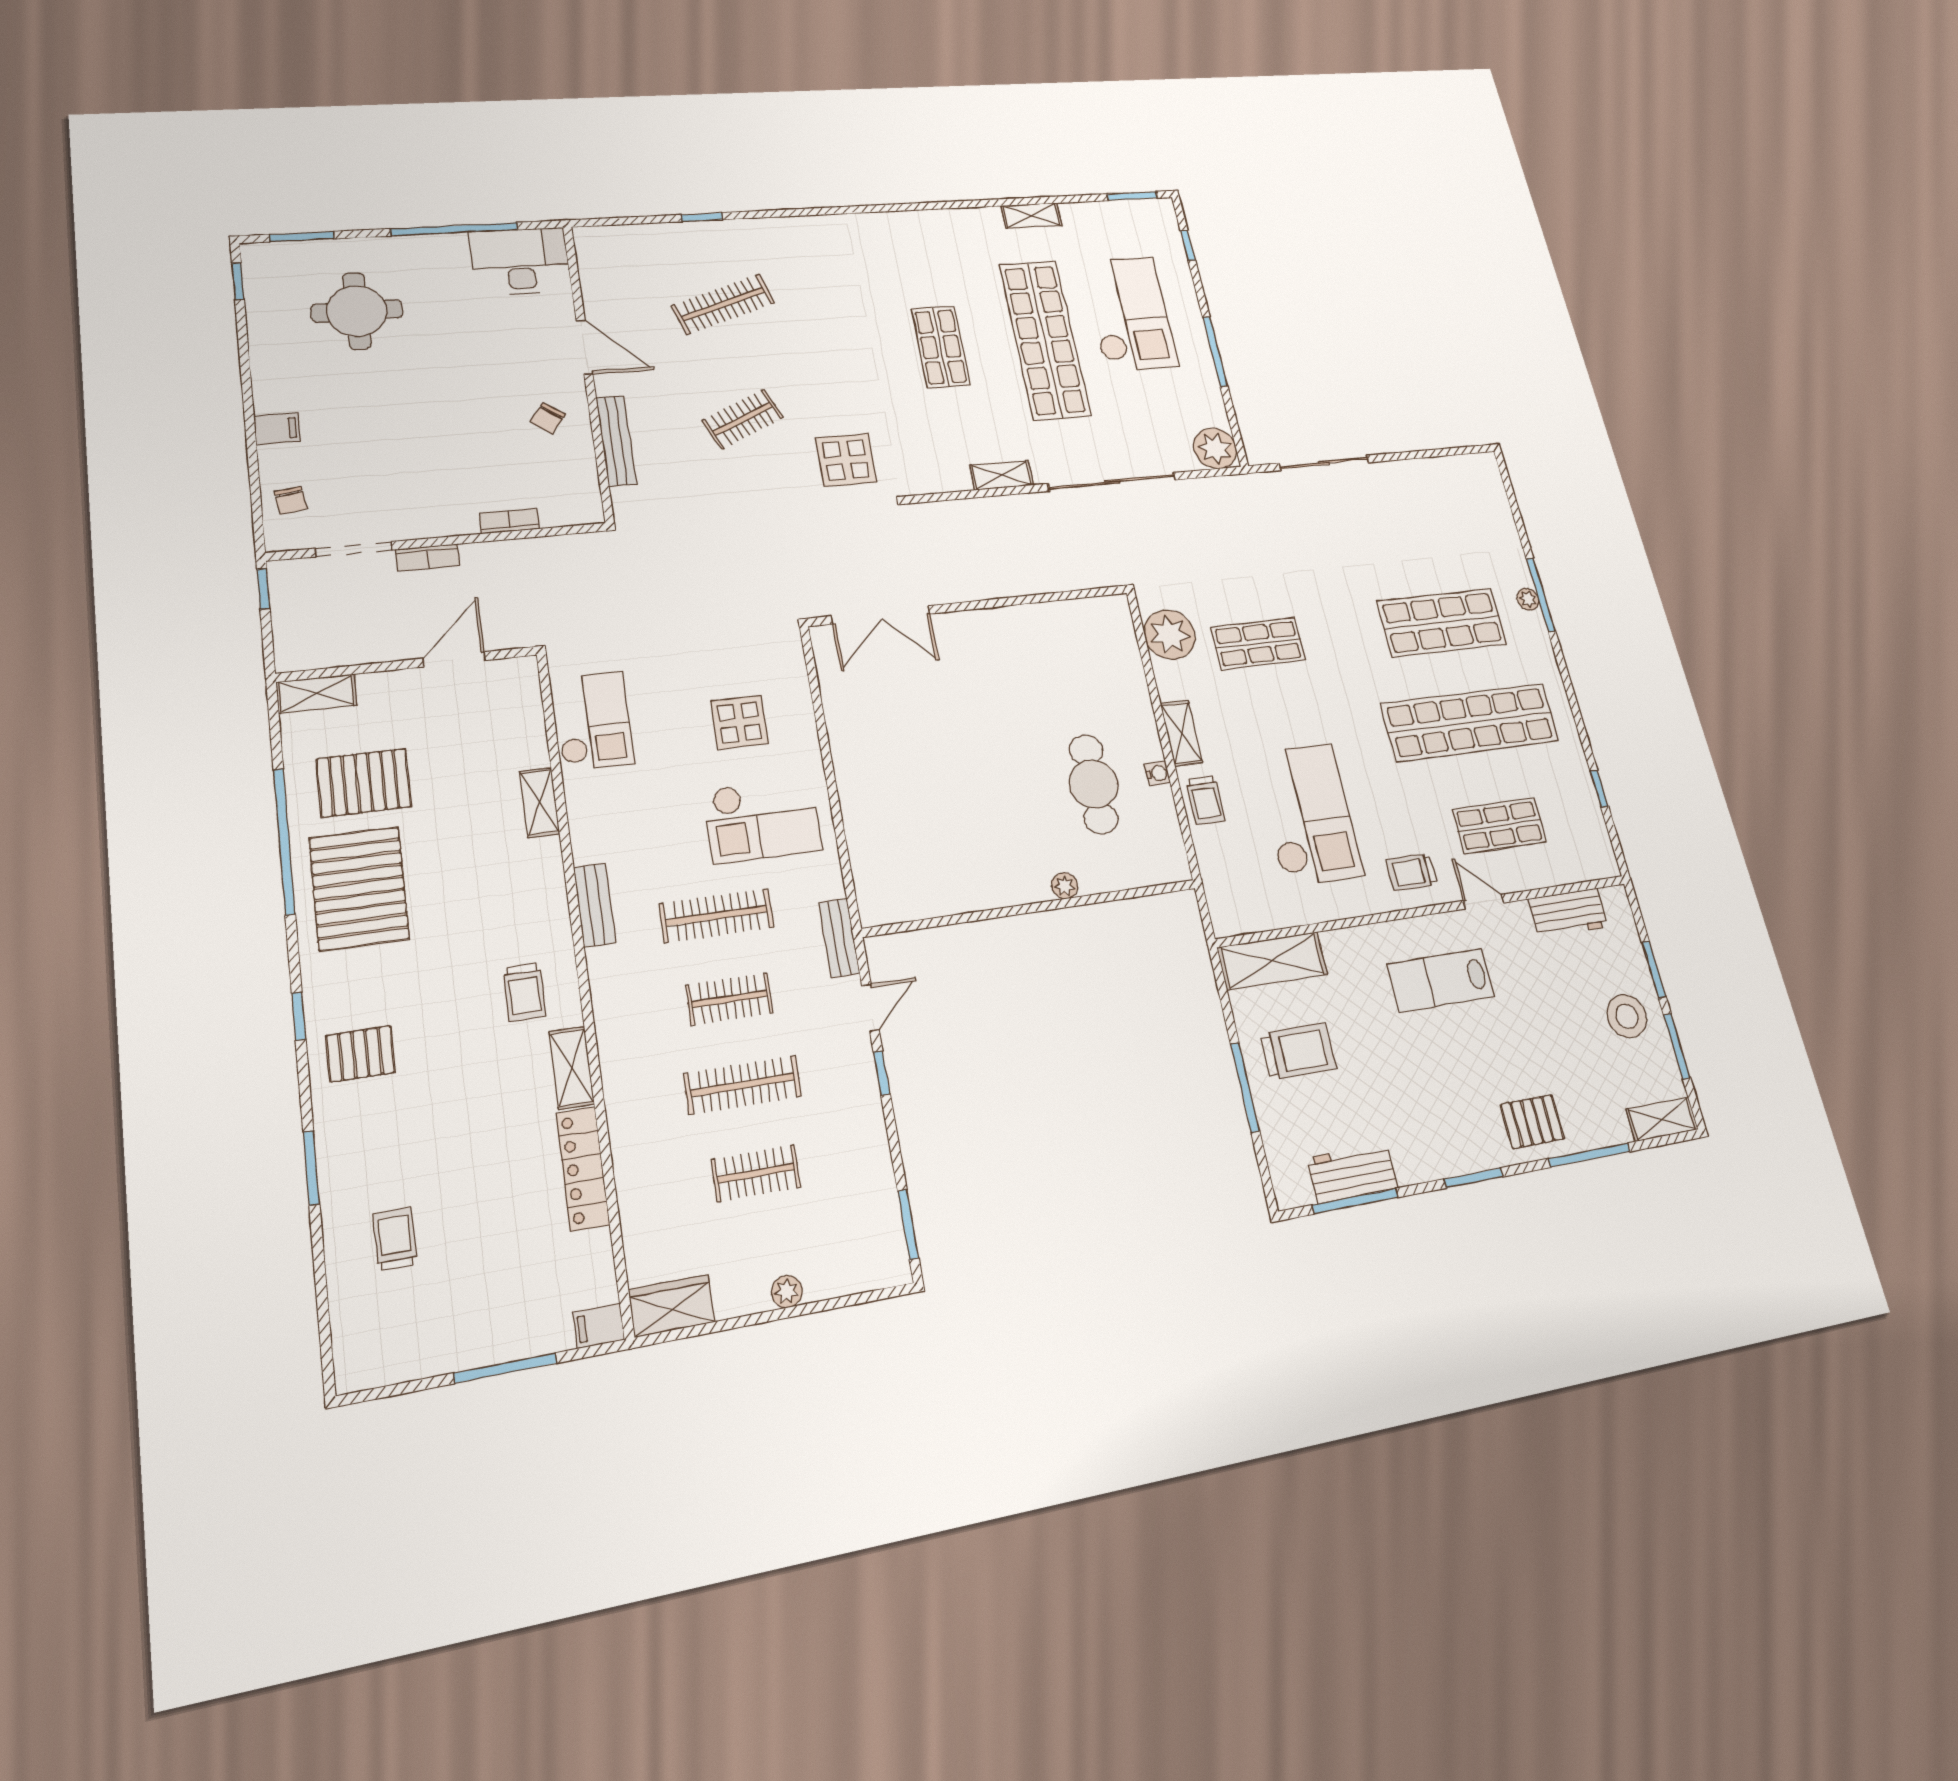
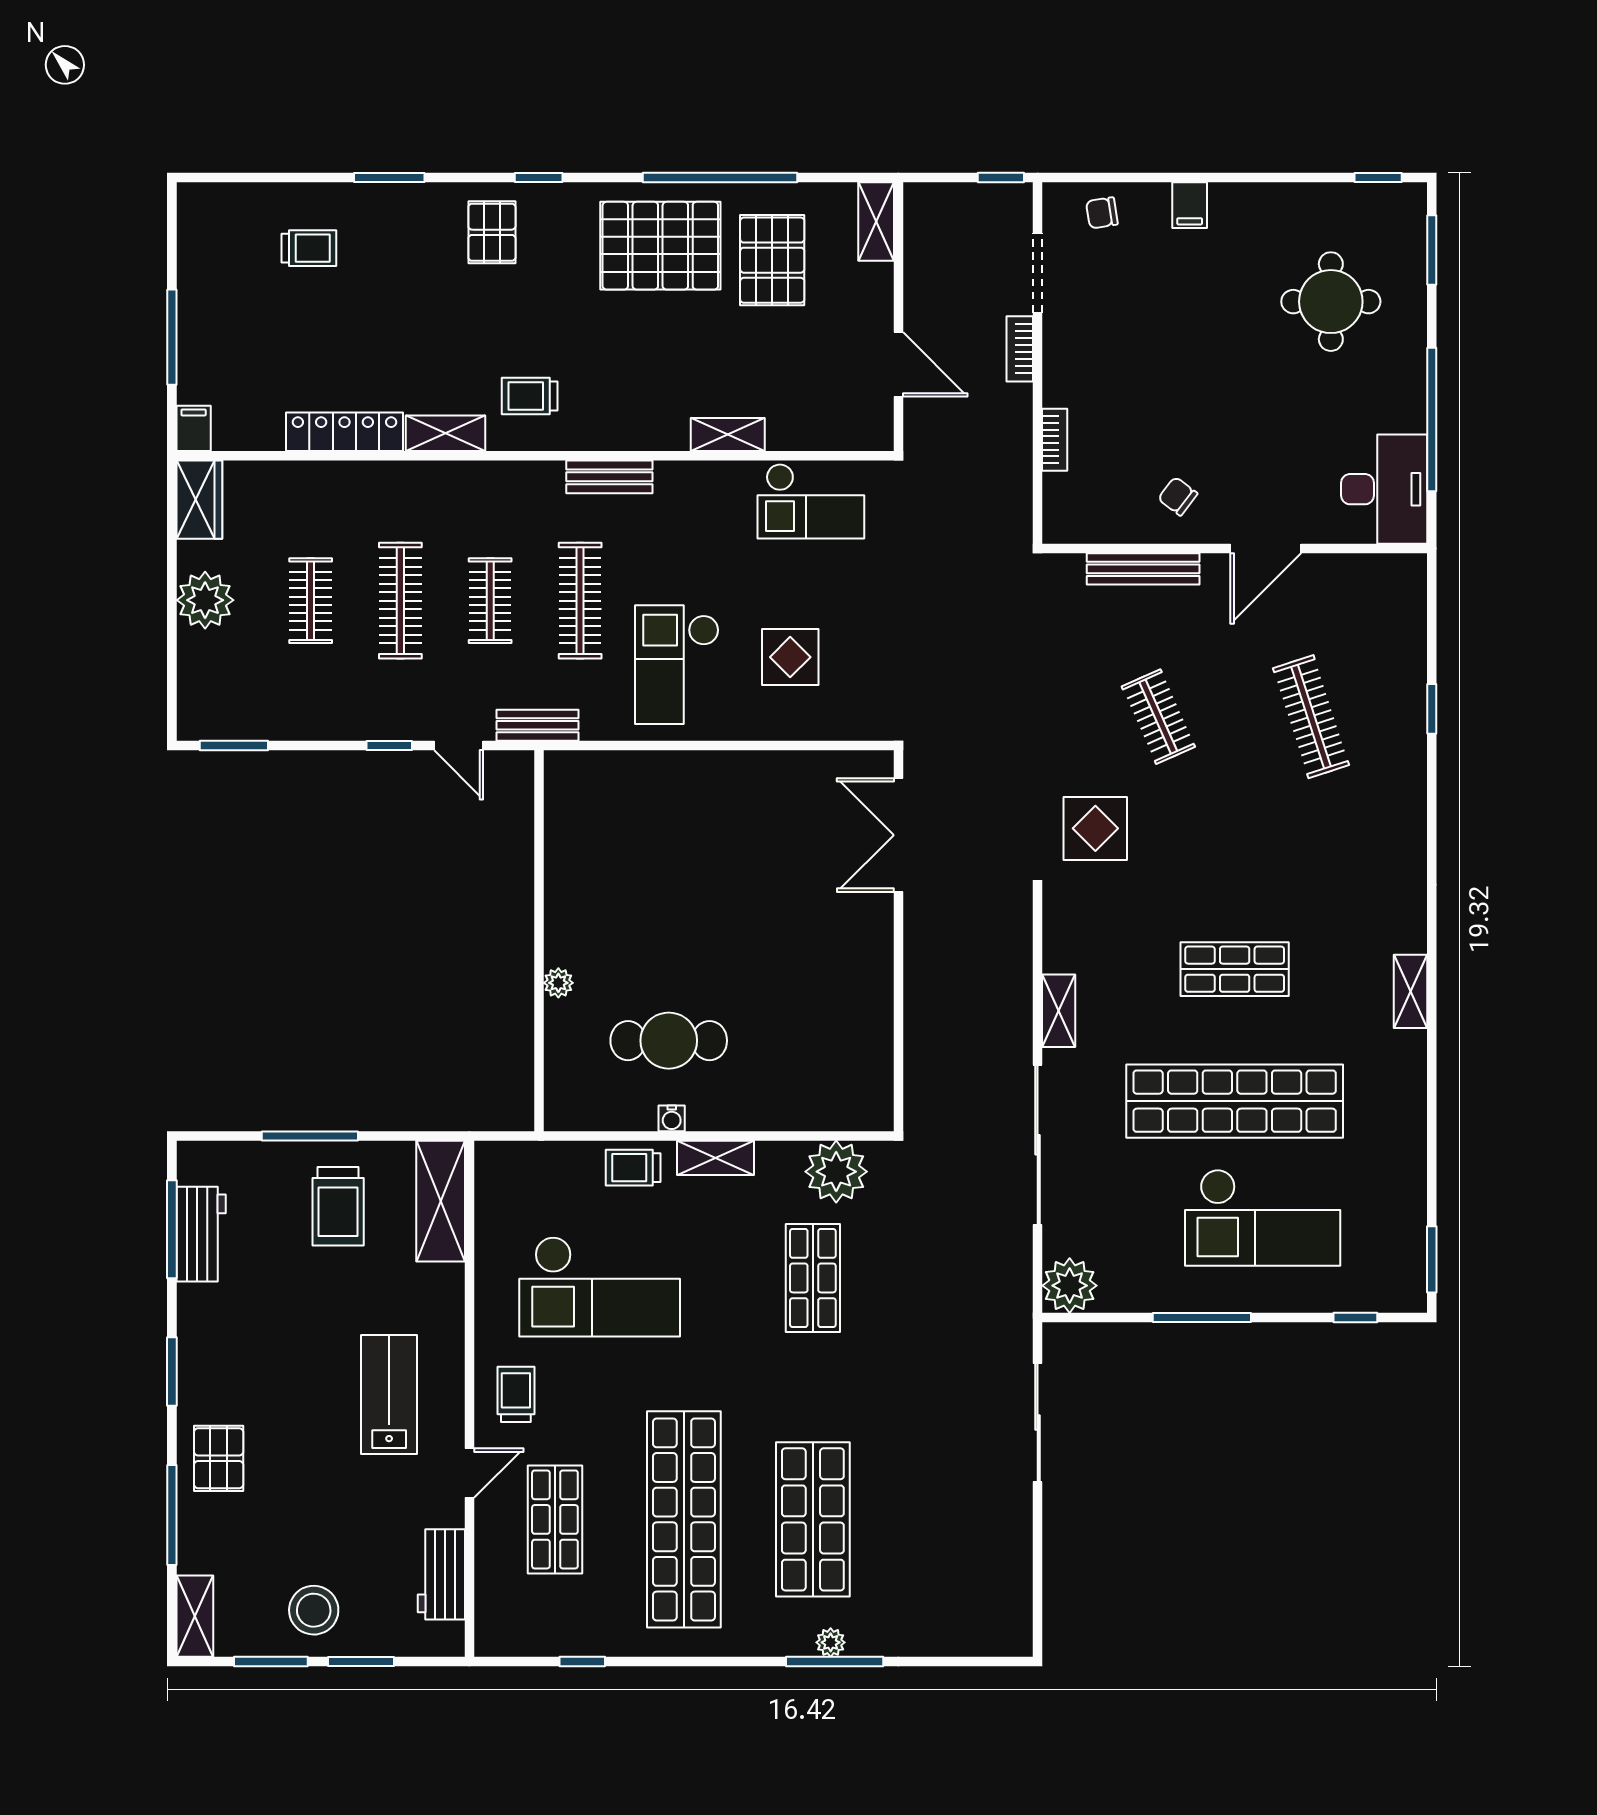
shelving: (1031, 216) -> (1411, 991), moved
plant: (787, 1292) -> (205, 600), width x1.88, depth x1.88

